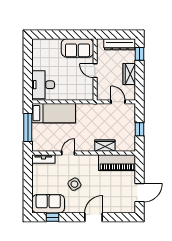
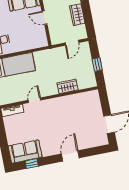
door: (118, 102) -> (72, 43), swing flipped
piano: (117, 163) -> (82, 100), removed
side table: (74, 184) -> (46, 128), removed

